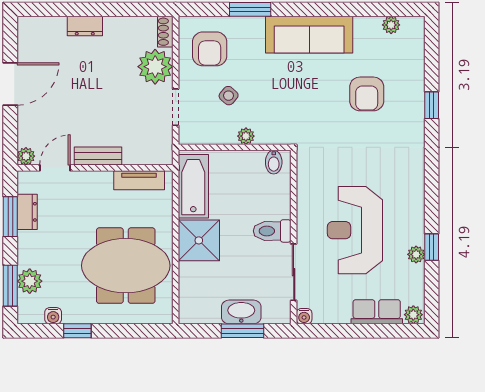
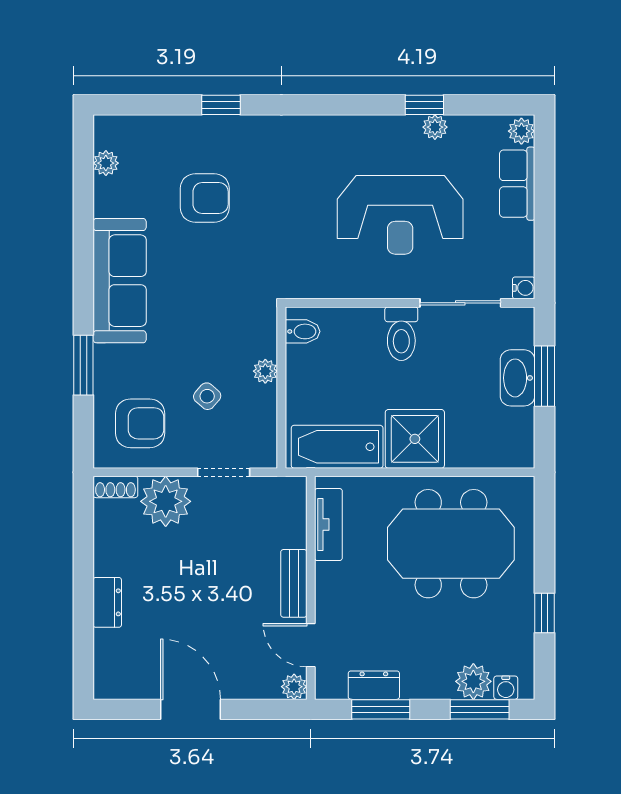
meeting table: (126, 266) -> (451, 544), turned 90
water cooler: (53, 316) -> (506, 688), moved, turned 90

